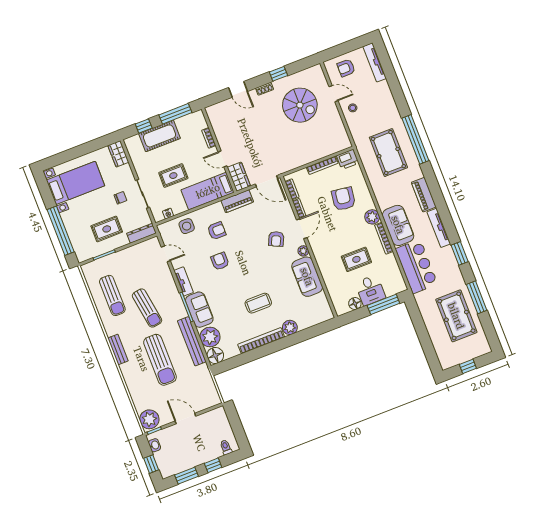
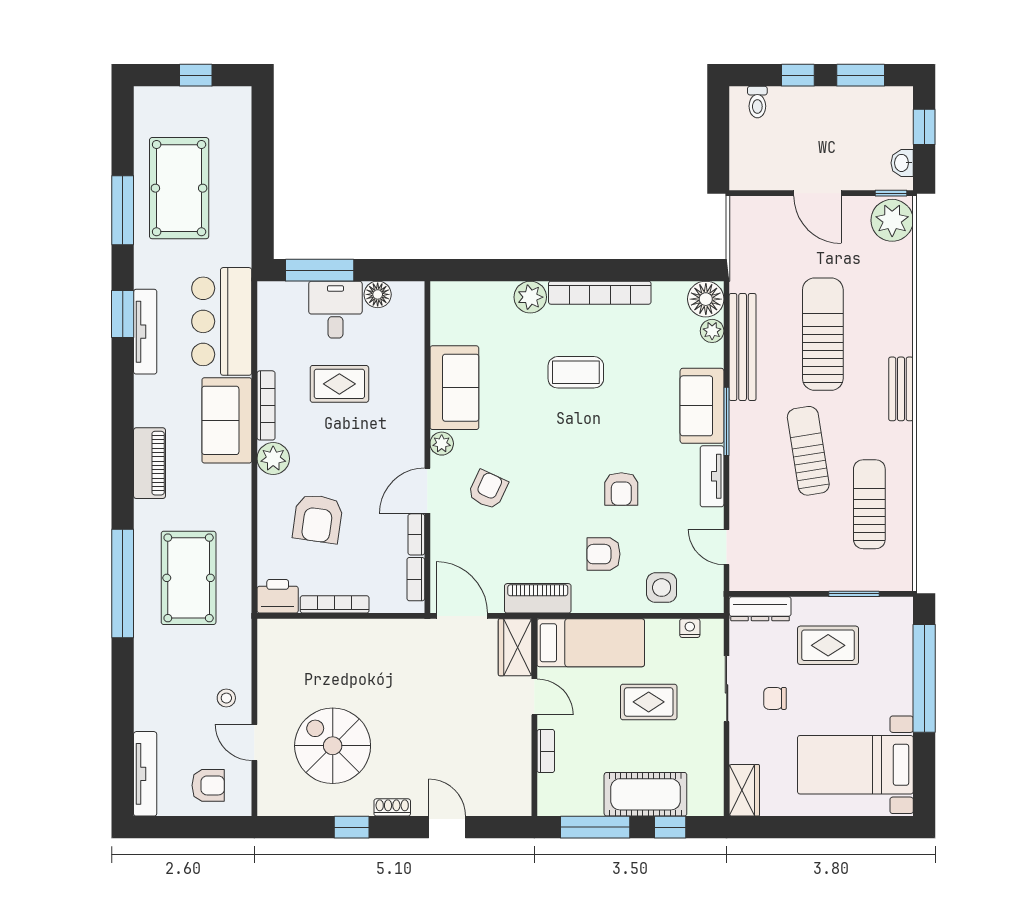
tv unit: (439, 228) -> (145, 332), moved
plant: (210, 337) -> (712, 331), width x0.53, depth x0.53

